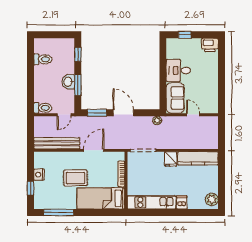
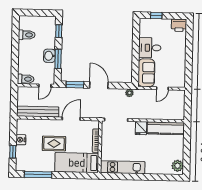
door: (193, 115) -> (162, 88), swing flipped
dishwasher: (182, 202) -> (150, 168), removed

